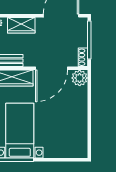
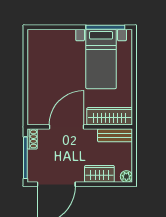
plant: (80, 78) -> (36, 116), removed

